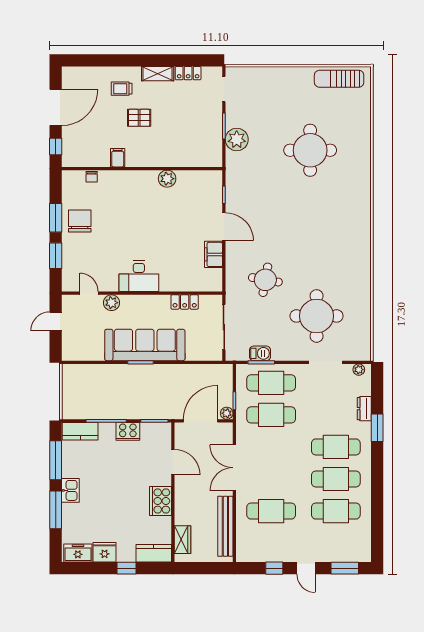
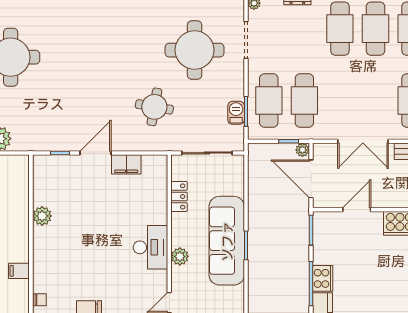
plant: (112, 303) -> (180, 256), moved
cooker: (128, 431) -> (323, 278), moved

